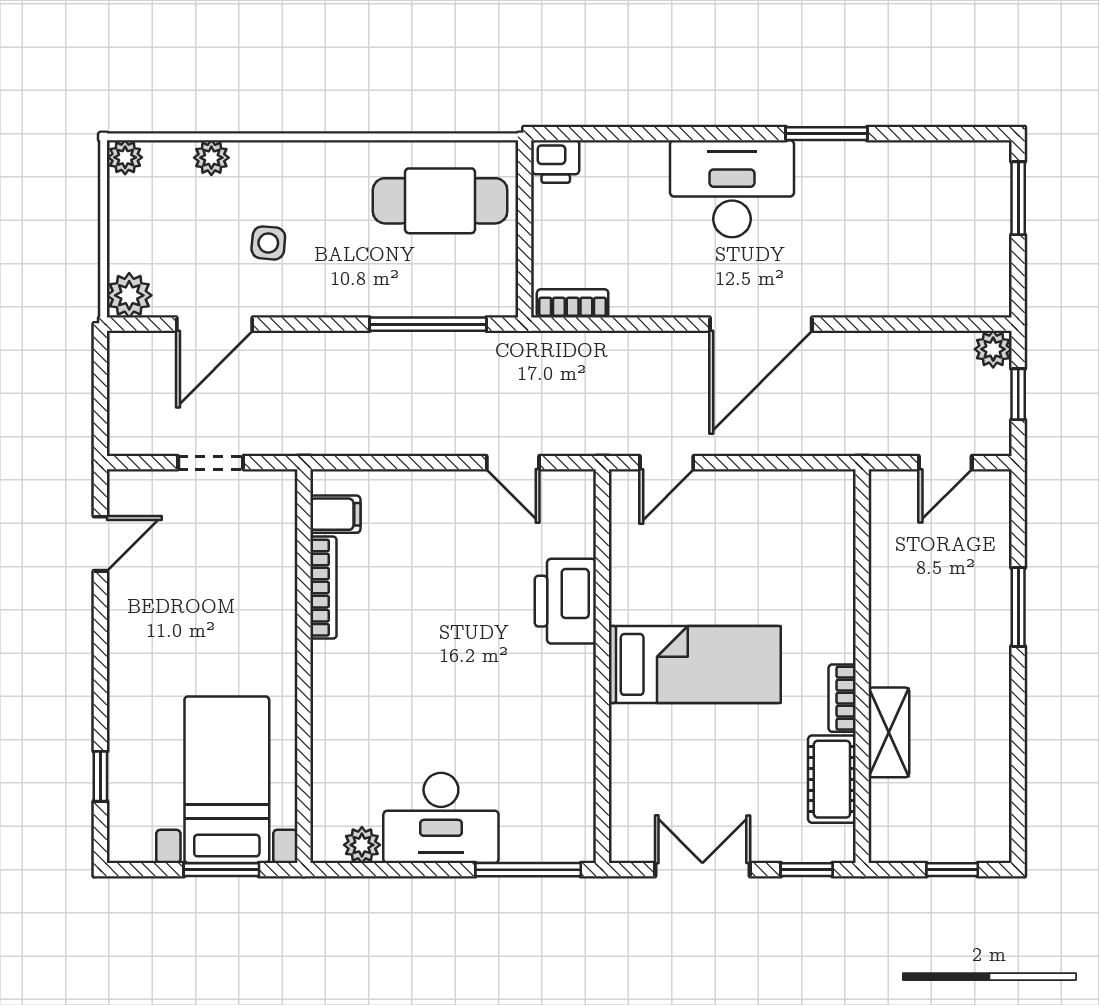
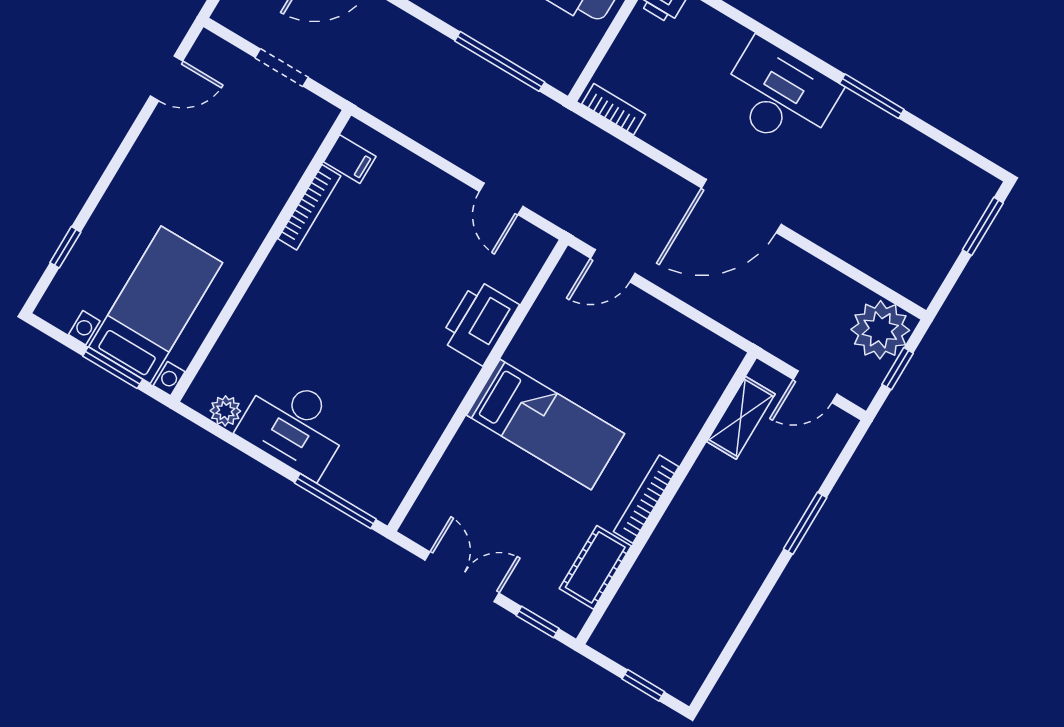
plant: (993, 349) -> (880, 330), width x1.87, depth x1.87
bookcase: (842, 698) -> (646, 499), width x1.56
shelving: (889, 732) -> (741, 418), moved

